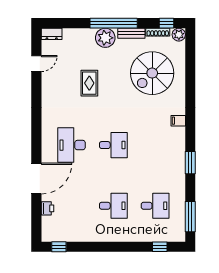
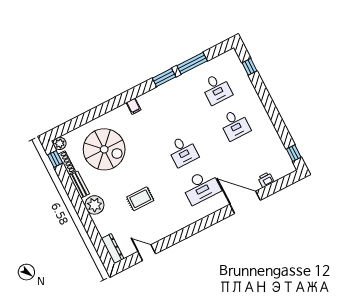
window: (114, 23) -> (78, 204), removed
dresser: (52, 34) -> (113, 249), width x1.44
desk: (113, 145) -> (183, 151), turned 180
desk: (113, 206) -> (235, 124), turned 180
desk: (155, 206) -> (216, 89), turned 180
window: (190, 217) -> (192, 63), moved

